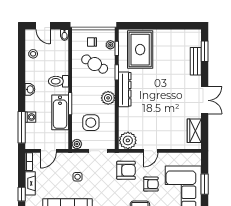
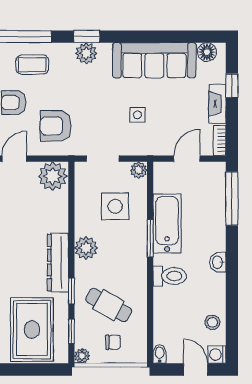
plant: (110, 45) -> (82, 356), moved
washing machine: (30, 117) -> (217, 355), moved

